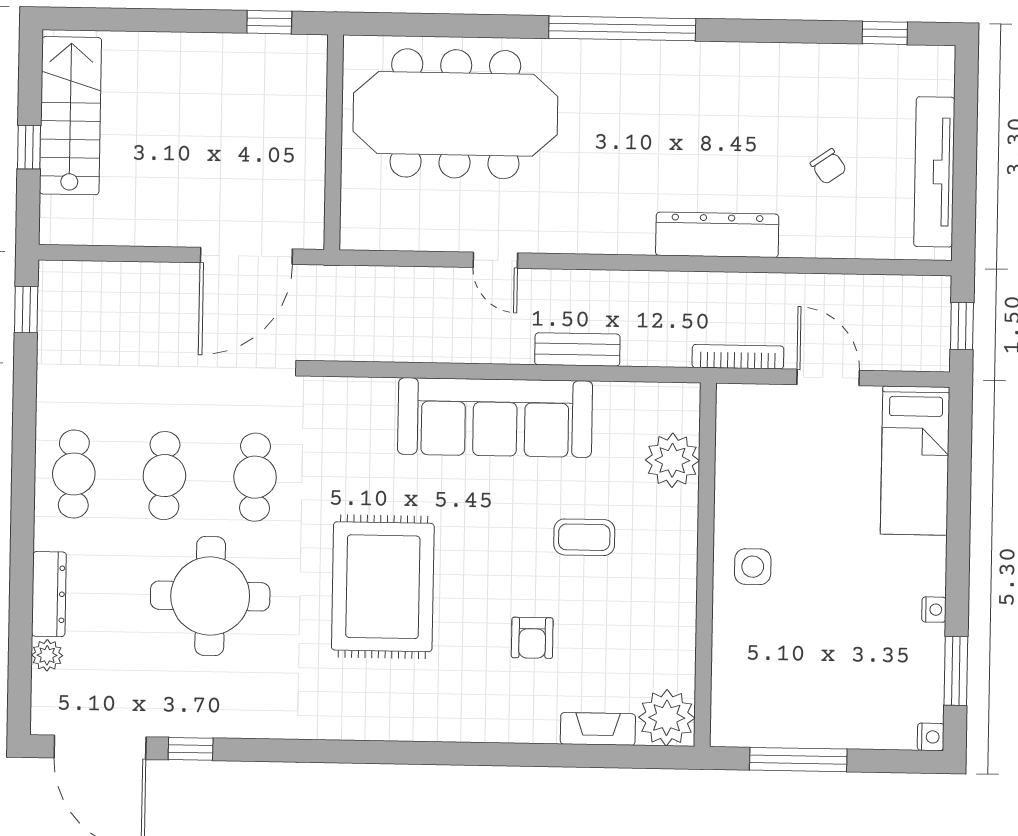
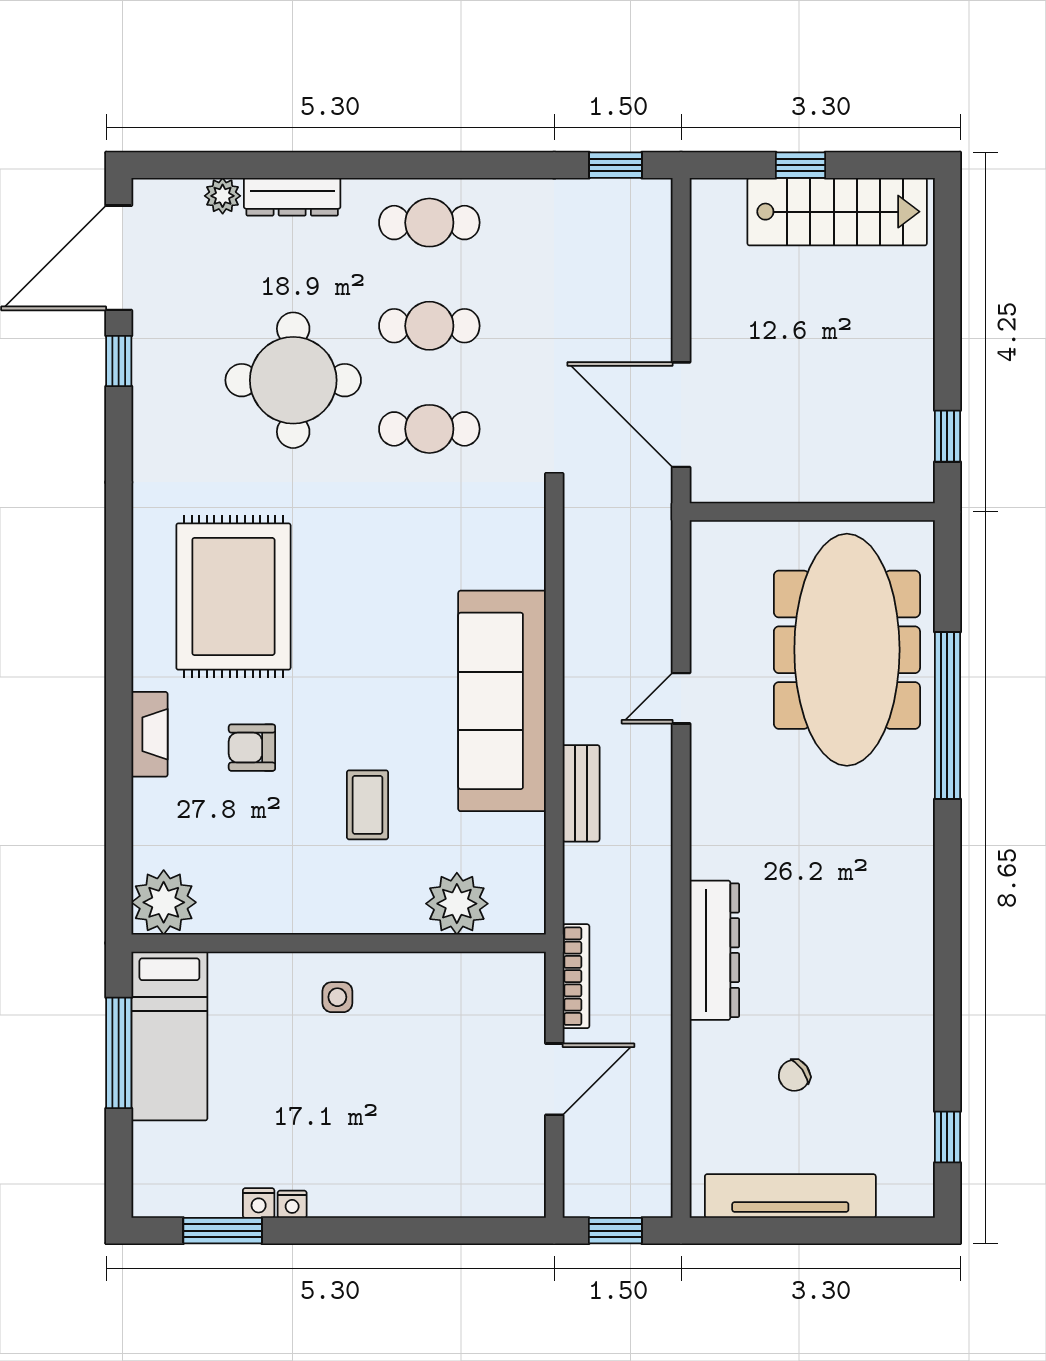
window: (622, 28) -> (947, 716), moved
bed: (915, 461) -> (169, 1036), moved, turned -90
side table: (753, 567) -> (337, 997), width x0.73, depth x0.73
rug: (383, 587) -> (233, 597), moved, turned 90
fireplace: (598, 729) -> (150, 734), moved
nightstand: (931, 737) -> (259, 1203), moved

